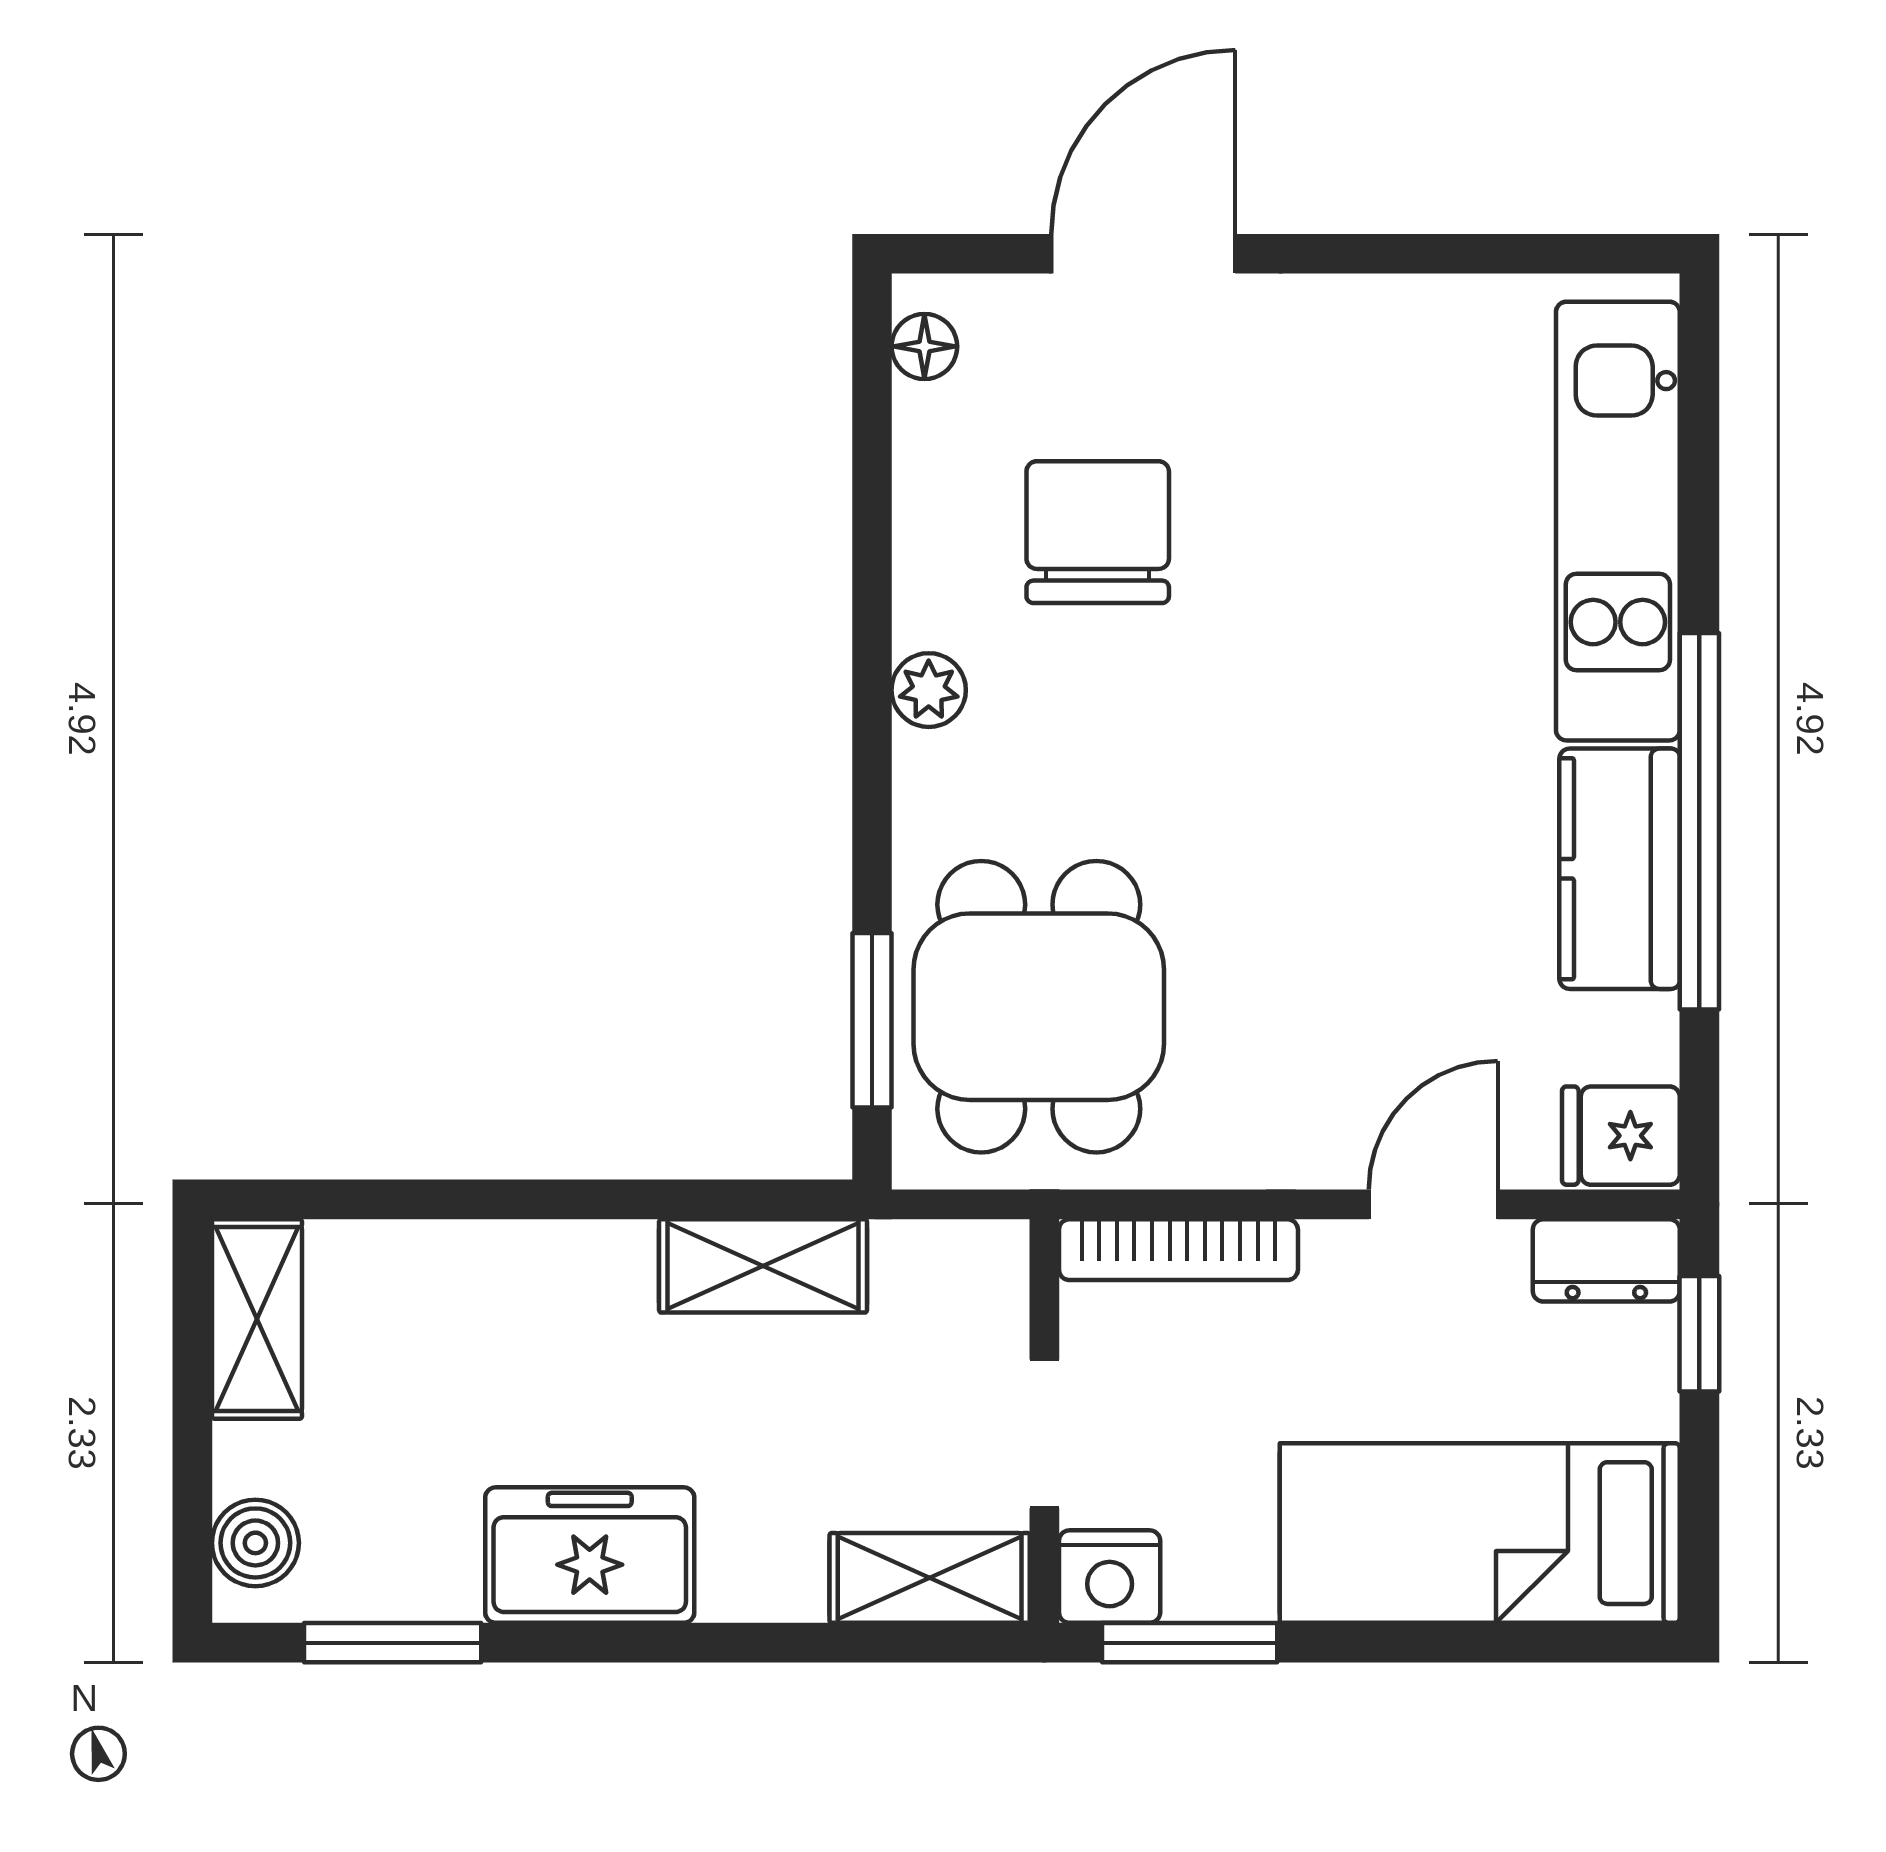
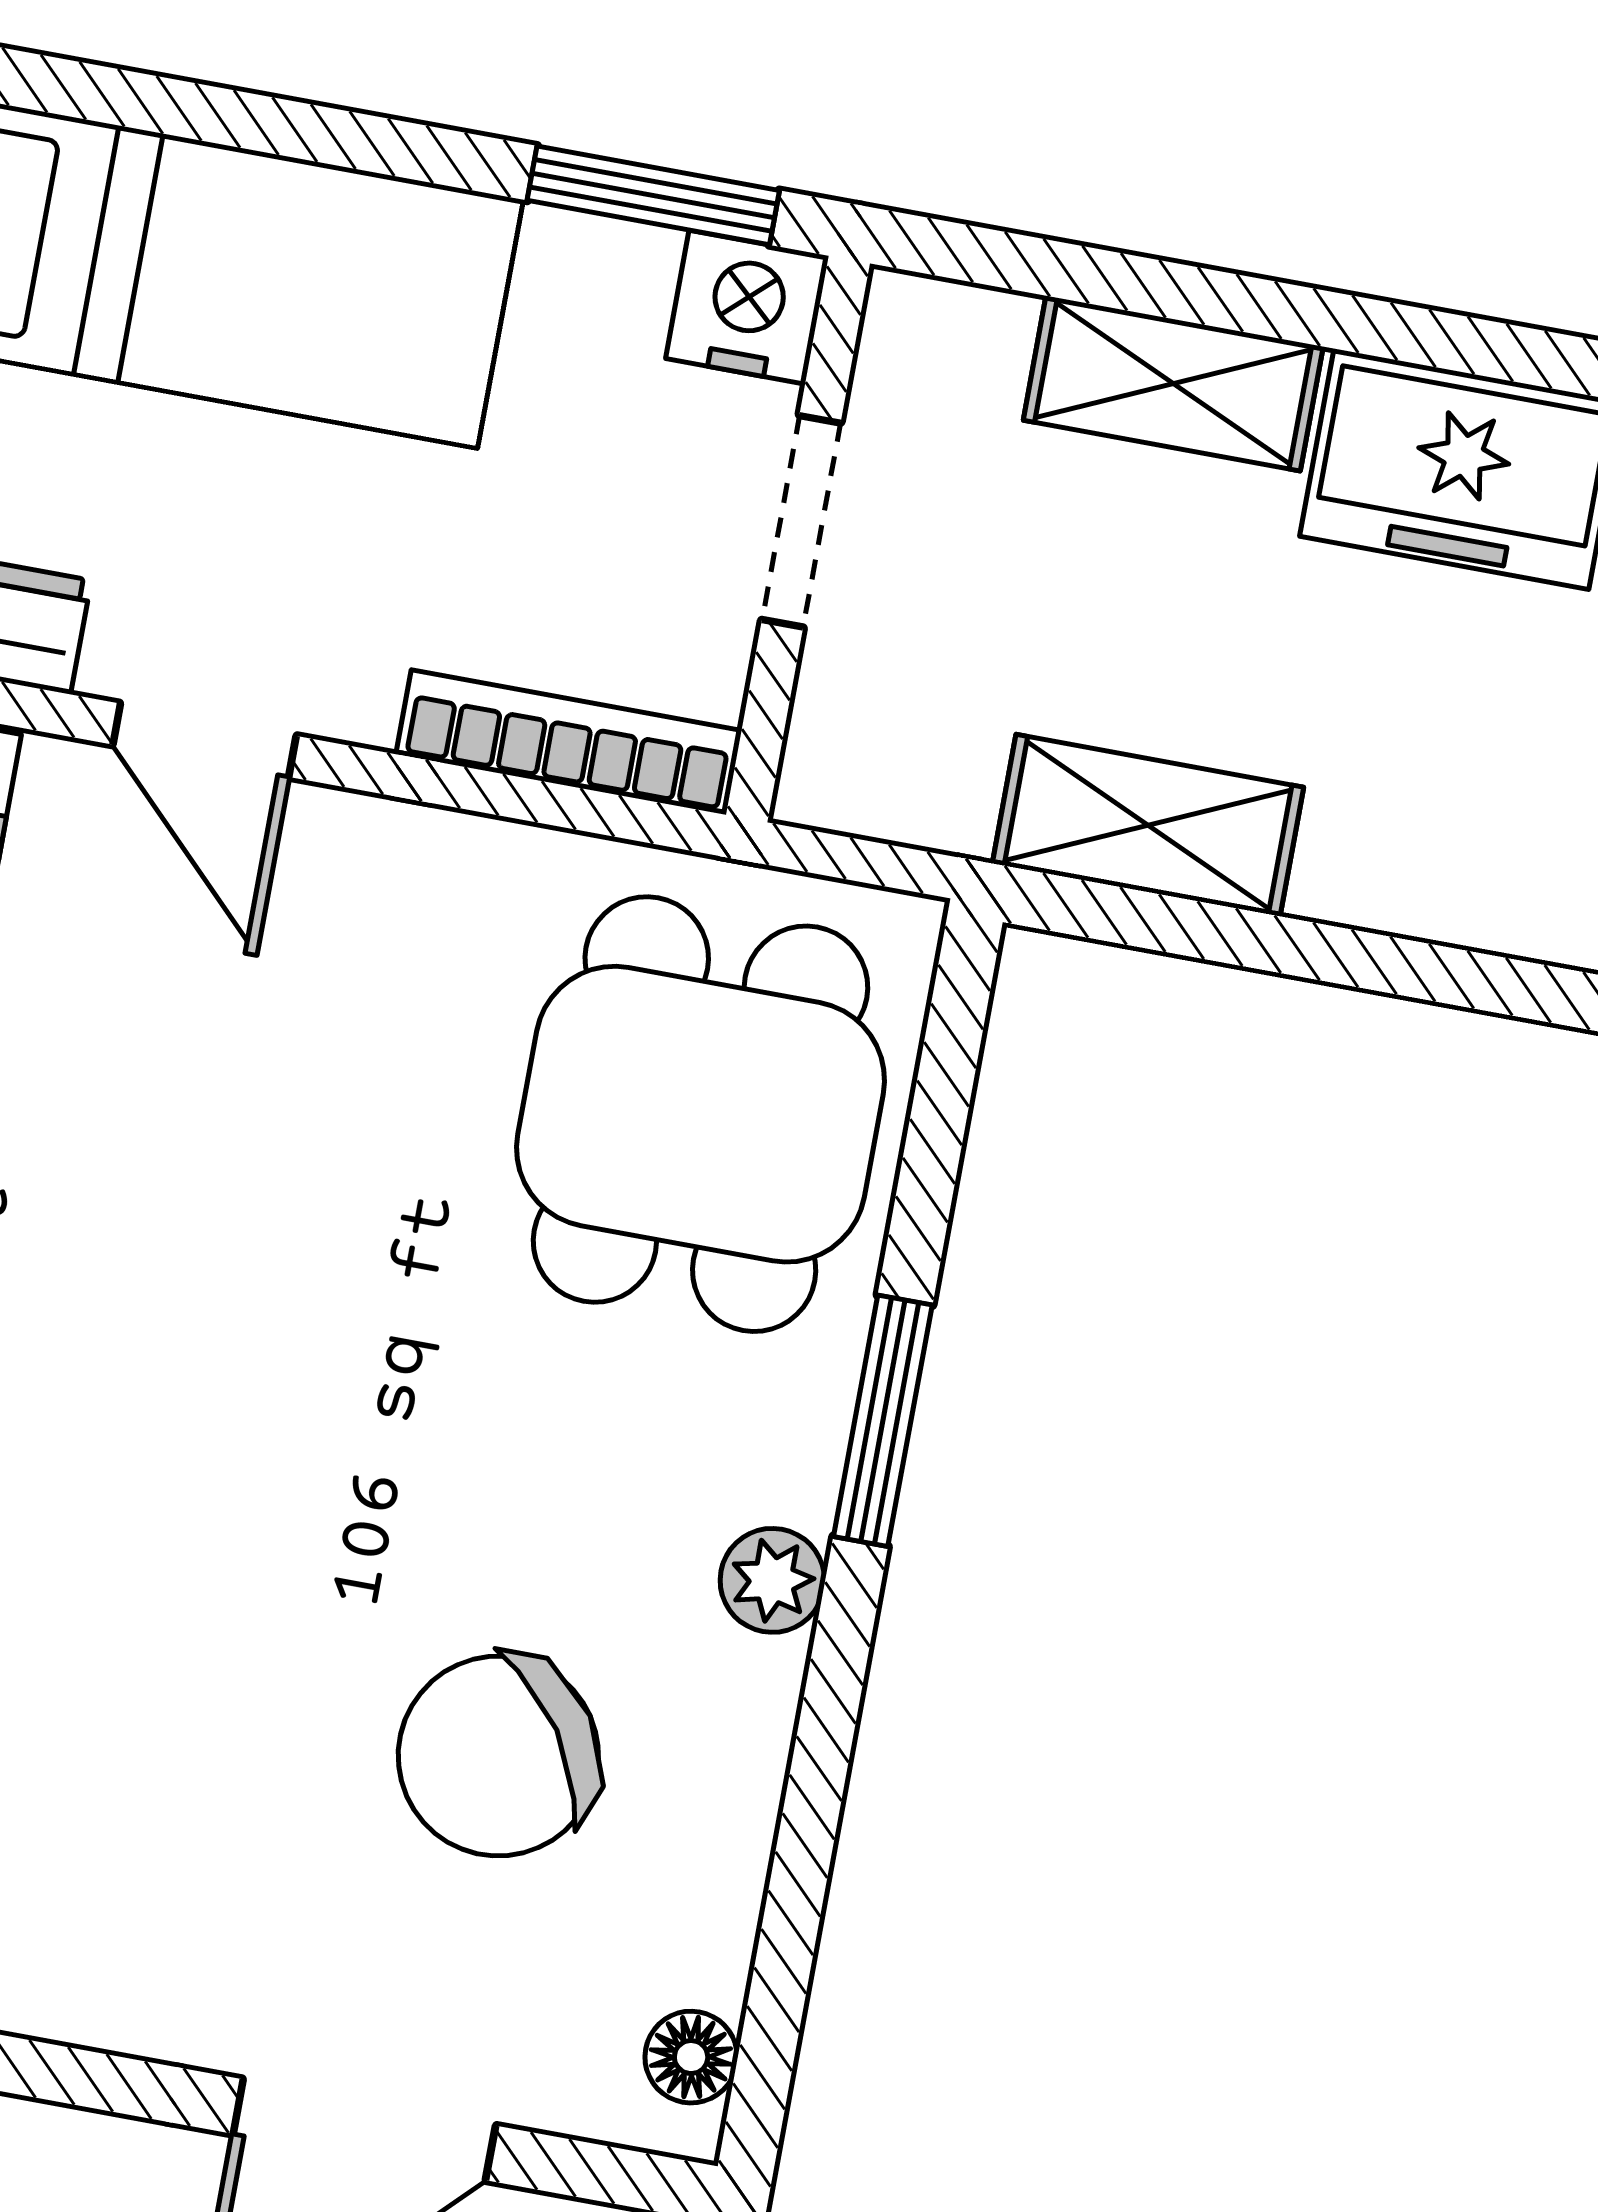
chair: (1098, 532) -> (498, 1756), turned 56
window: (872, 1020) -> (883, 1421), moved
door: (1433, 1204) -> (205, 740), hinge flipped
shelving: (930, 1578) -> (1173, 383), moved

